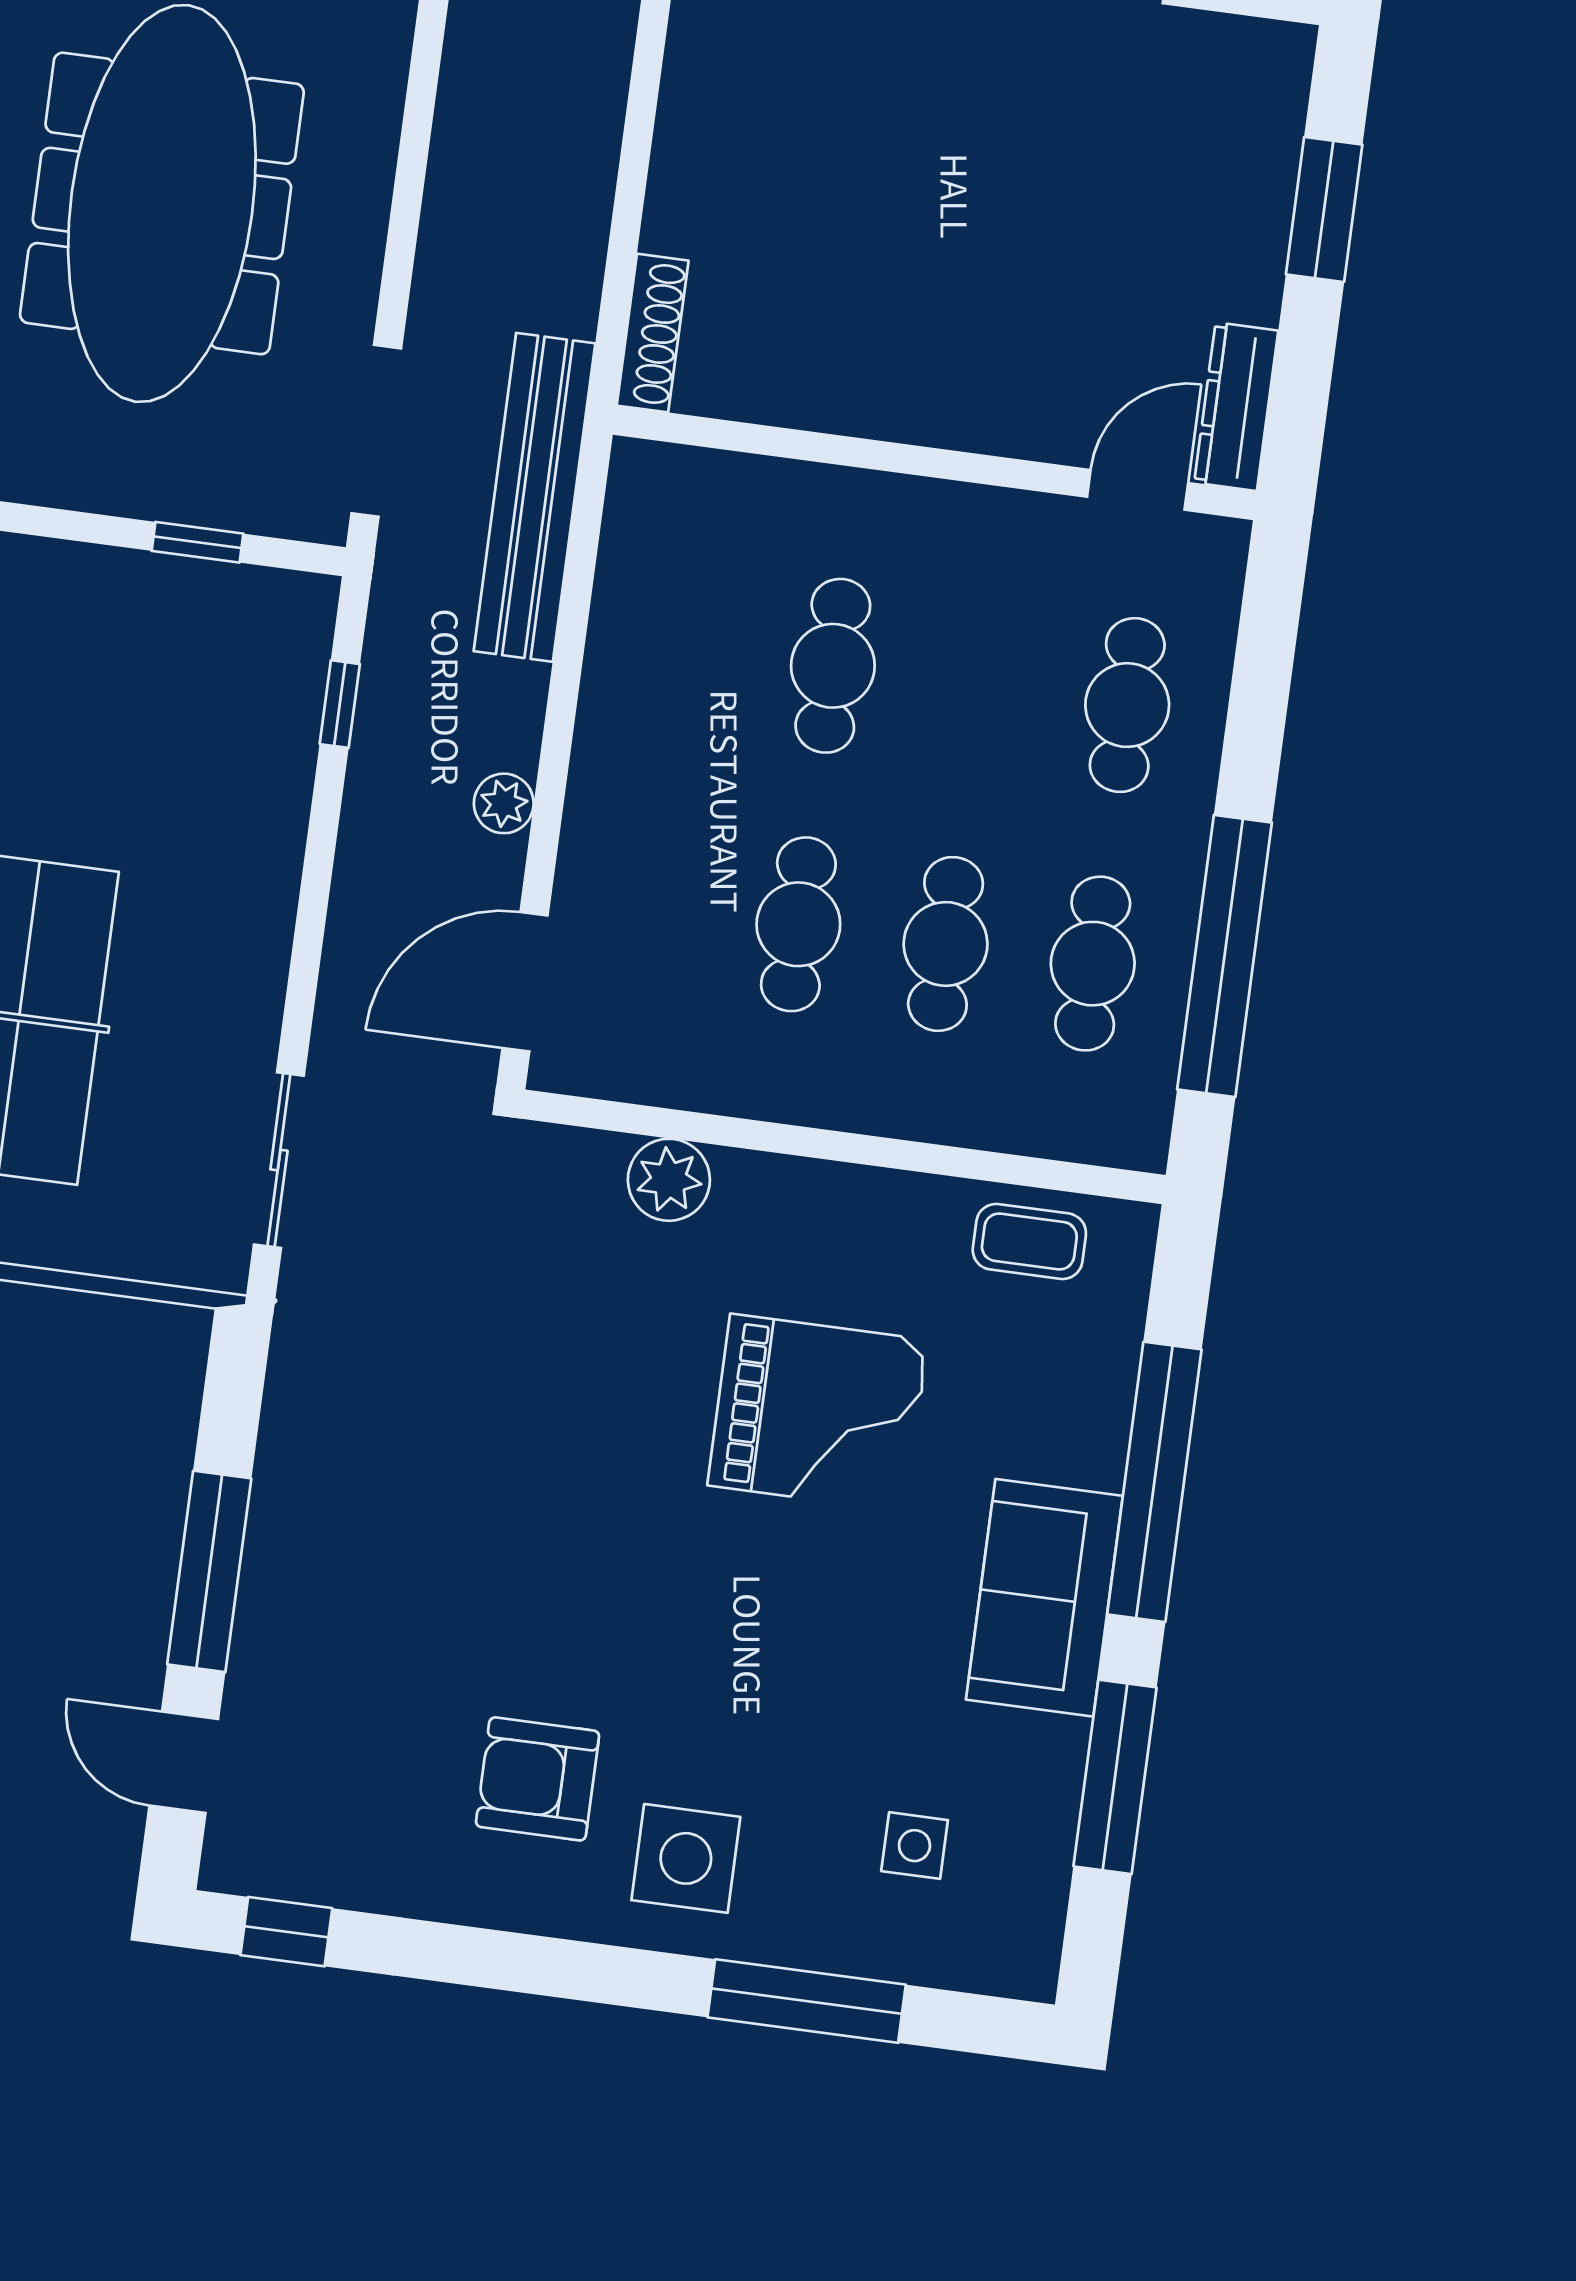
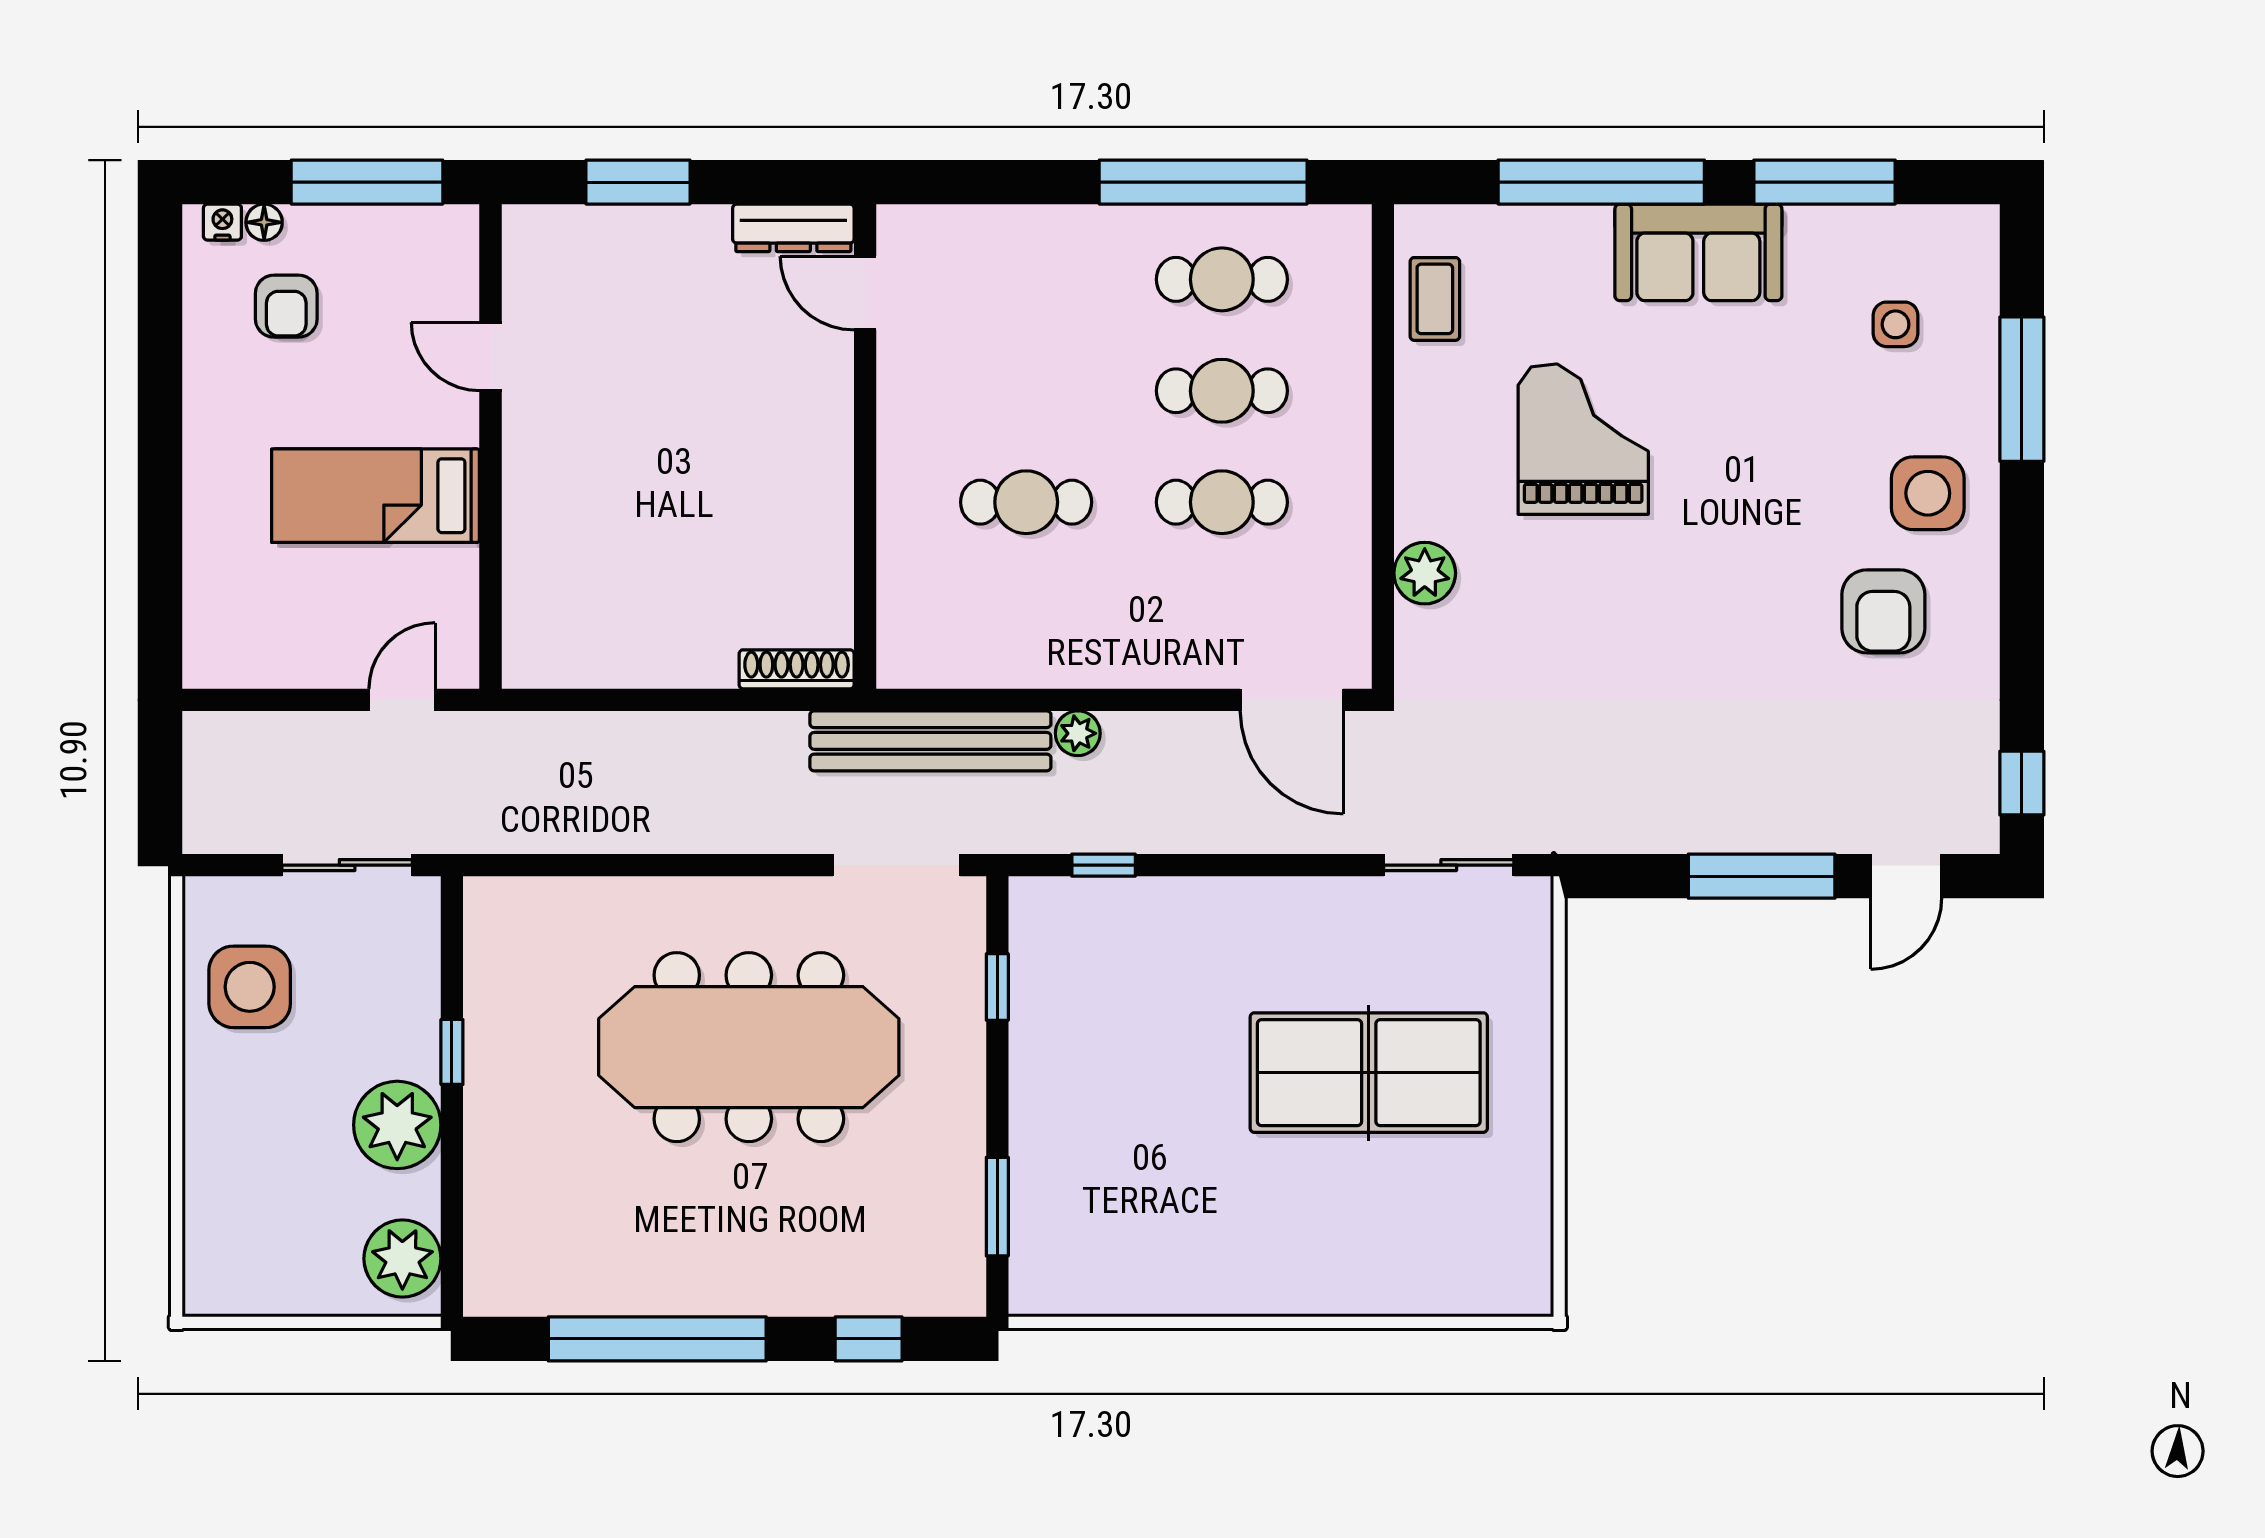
cafe table: (1127, 705) -> (1026, 279), removed
plant: (504, 803) -> (1078, 733), moved

